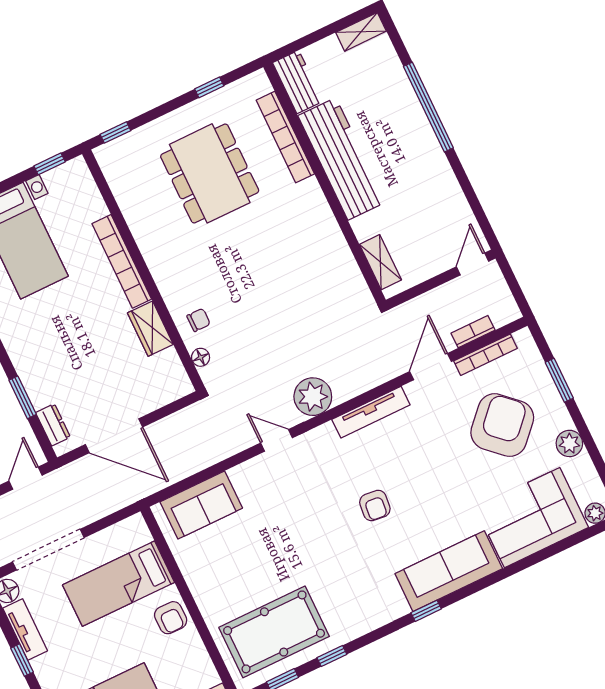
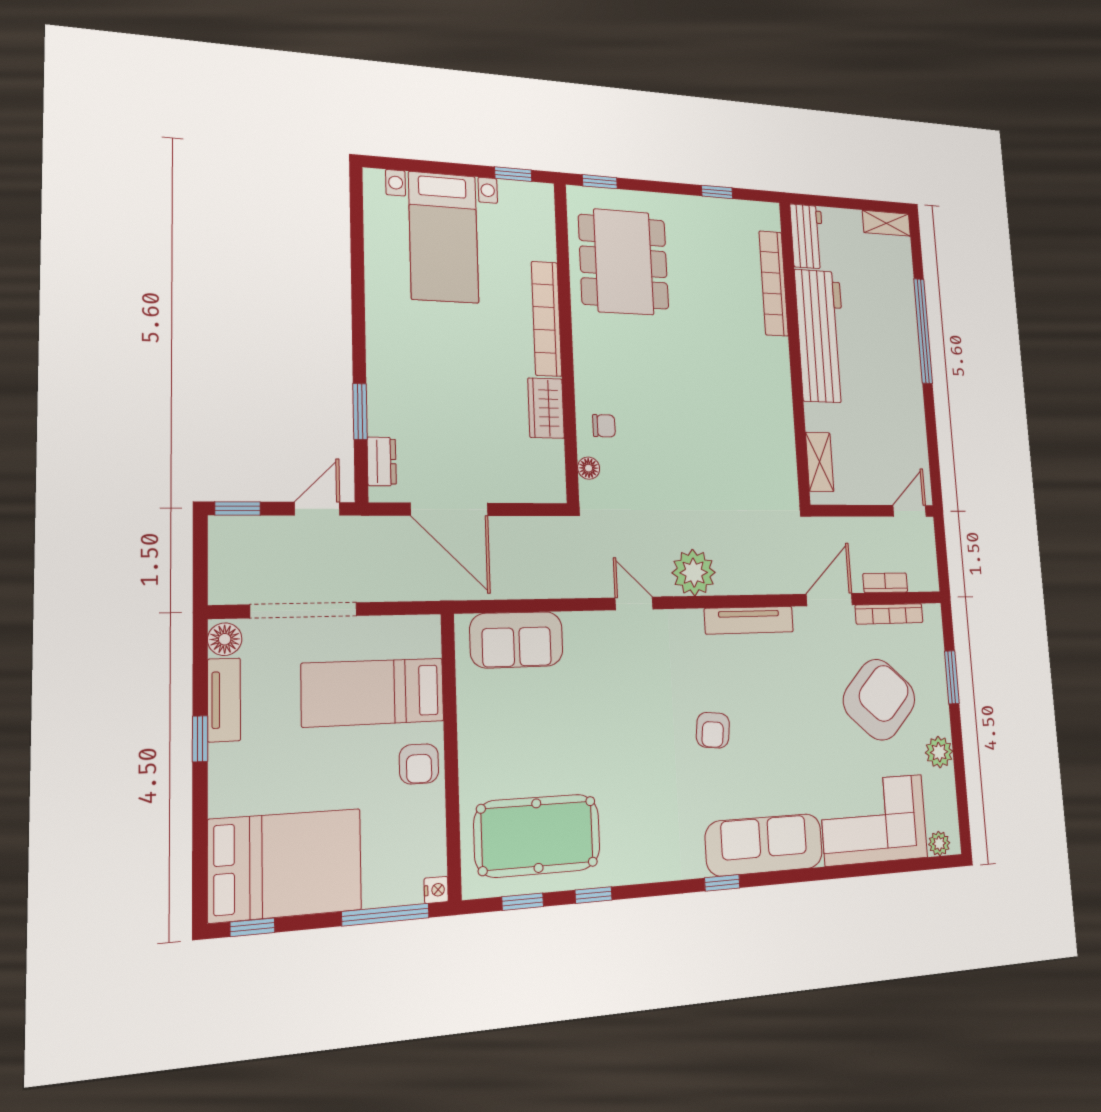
dining table: (210, 173) -> (624, 262), moved

